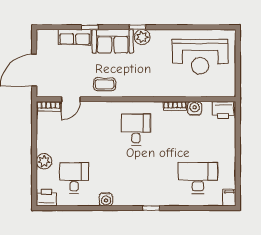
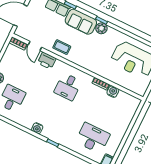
door: (71, 99) -> (35, 46), hinge flipped
printer: (223, 110) -> (47, 61), moved
desk: (136, 130) -> (68, 87), turned 180
water cooler: (106, 199) -> (37, 128), moved

